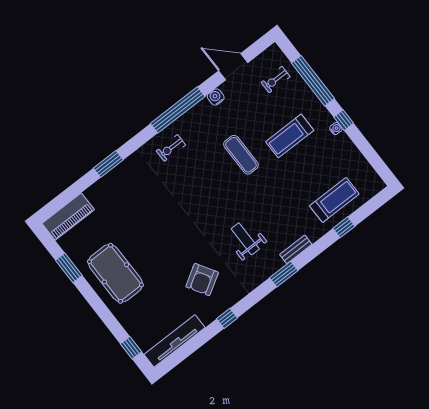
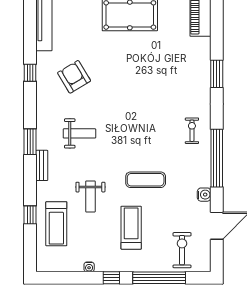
exercise bike: (276, 80) -> (182, 250), width x1.38, depth x1.39
water cooler: (336, 129) -> (89, 267), moved
weight bench: (290, 189) -> (90, 196), added

